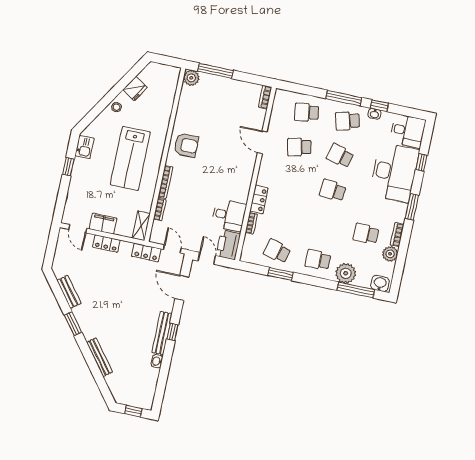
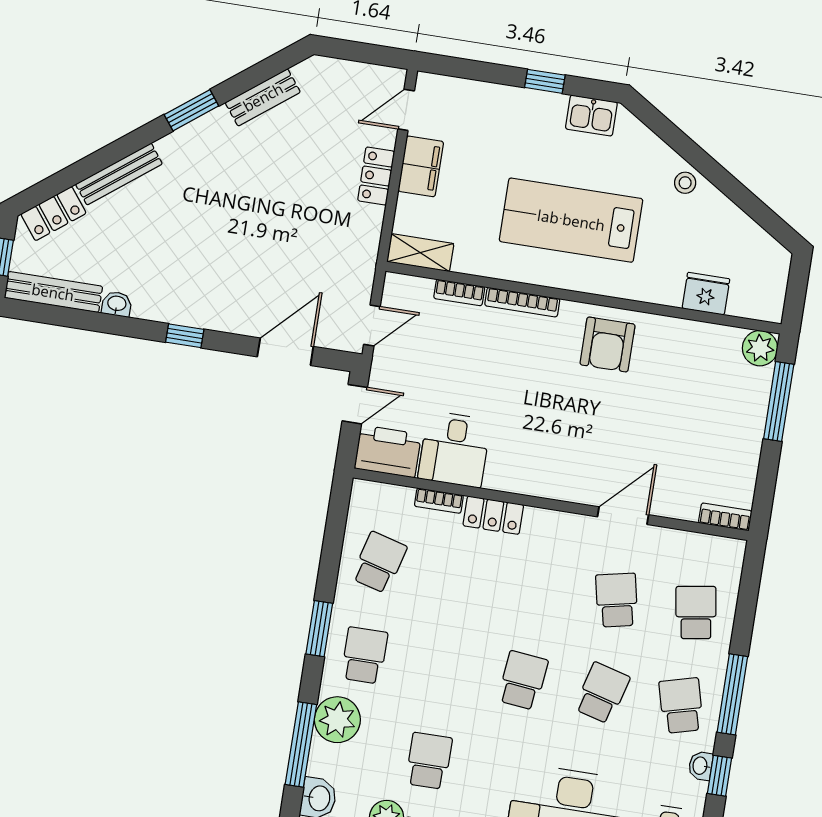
fridge: (135, 88) -> (706, 294), moved, turned 148
locker: (146, 252) -> (53, 214), moved, turned -128
window: (281, 274) -> (319, 629), moved
bench: (162, 333) -> (53, 292), moved

